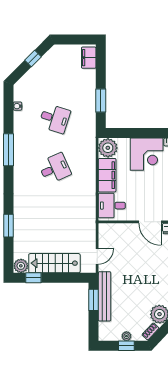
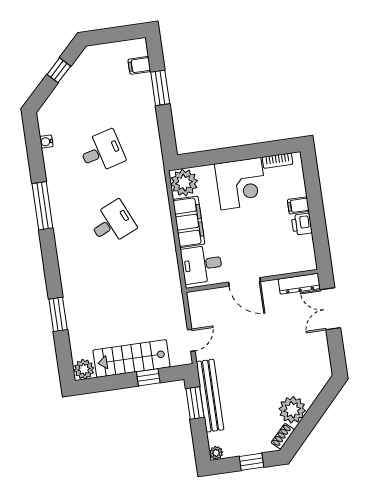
filing cabinet: (89, 58) -> (139, 65), width x0.50
window: (101, 100) -> (160, 88), moved
desk: (55, 119) -> (102, 152), turned -33
door: (150, 222) -> (244, 282), moved
window: (33, 278) -> (148, 377), moved
plant: (126, 336) -> (216, 453), moved

